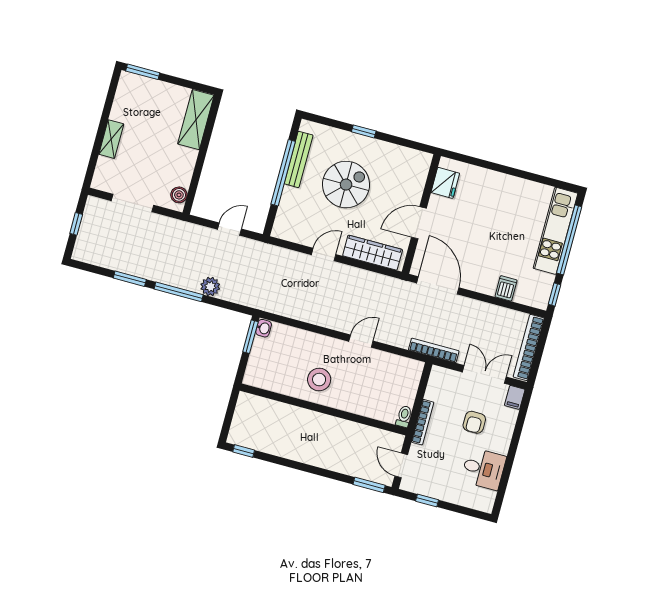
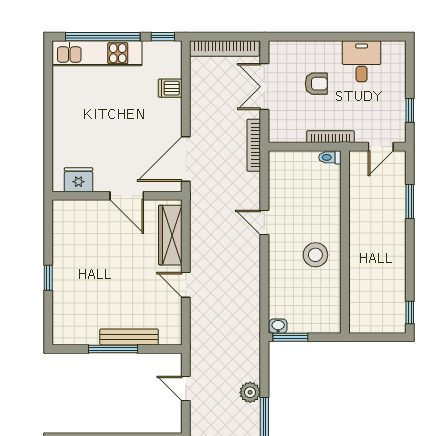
bench: (299, 159) -> (129, 337), moved
window: (283, 173) -> (113, 349), width x0.68
spiral stairs: (346, 185) -> (108, 281), removed
filing cabinet: (515, 397) -> (280, 49), removed
window: (369, 485) -> (410, 202), moved

